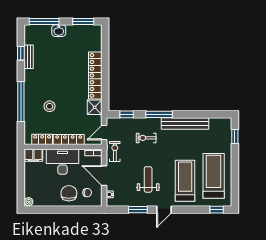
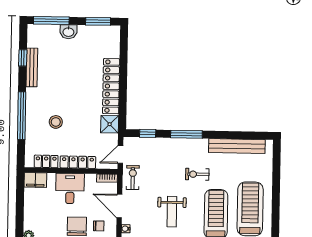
bench: (29, 57) -> (32, 67), width x1.36
bench: (185, 124) -> (237, 146), moved
window: (235, 136) -> (277, 162), removed
exercise bike: (146, 138) -> (197, 174), moved
desk: (63, 162) -> (70, 188), width x0.73
weight bench: (148, 179) -> (172, 212), turned 180

